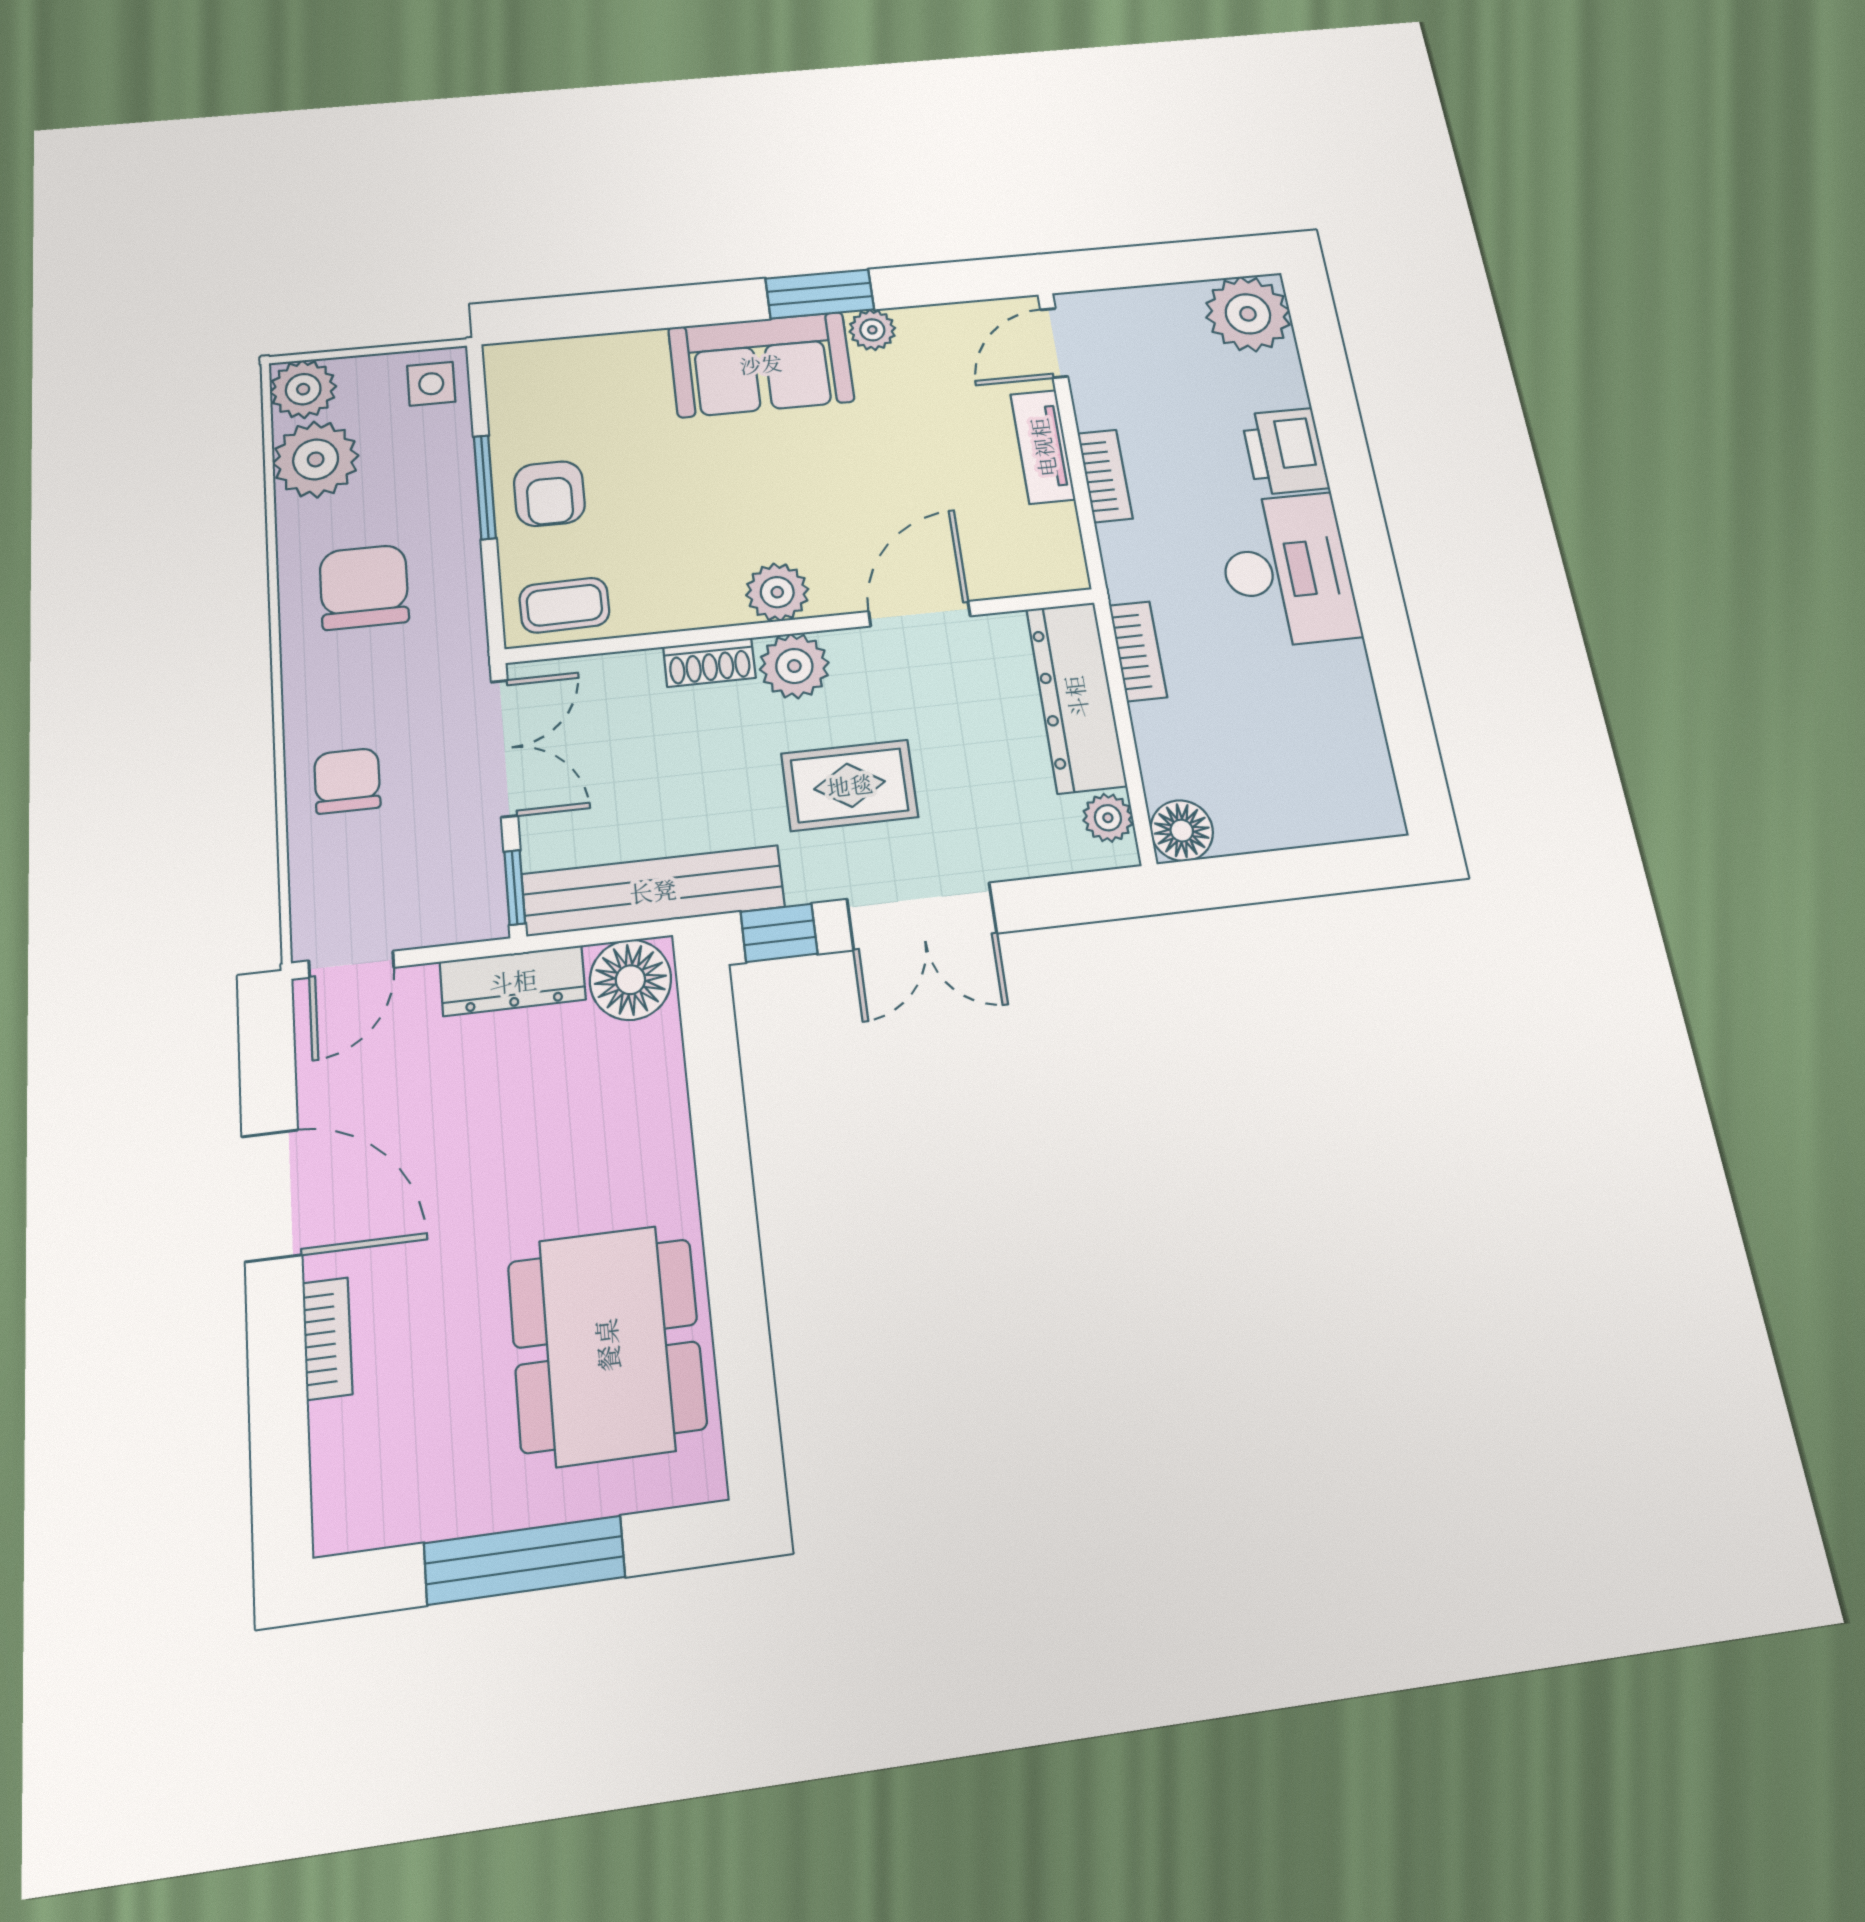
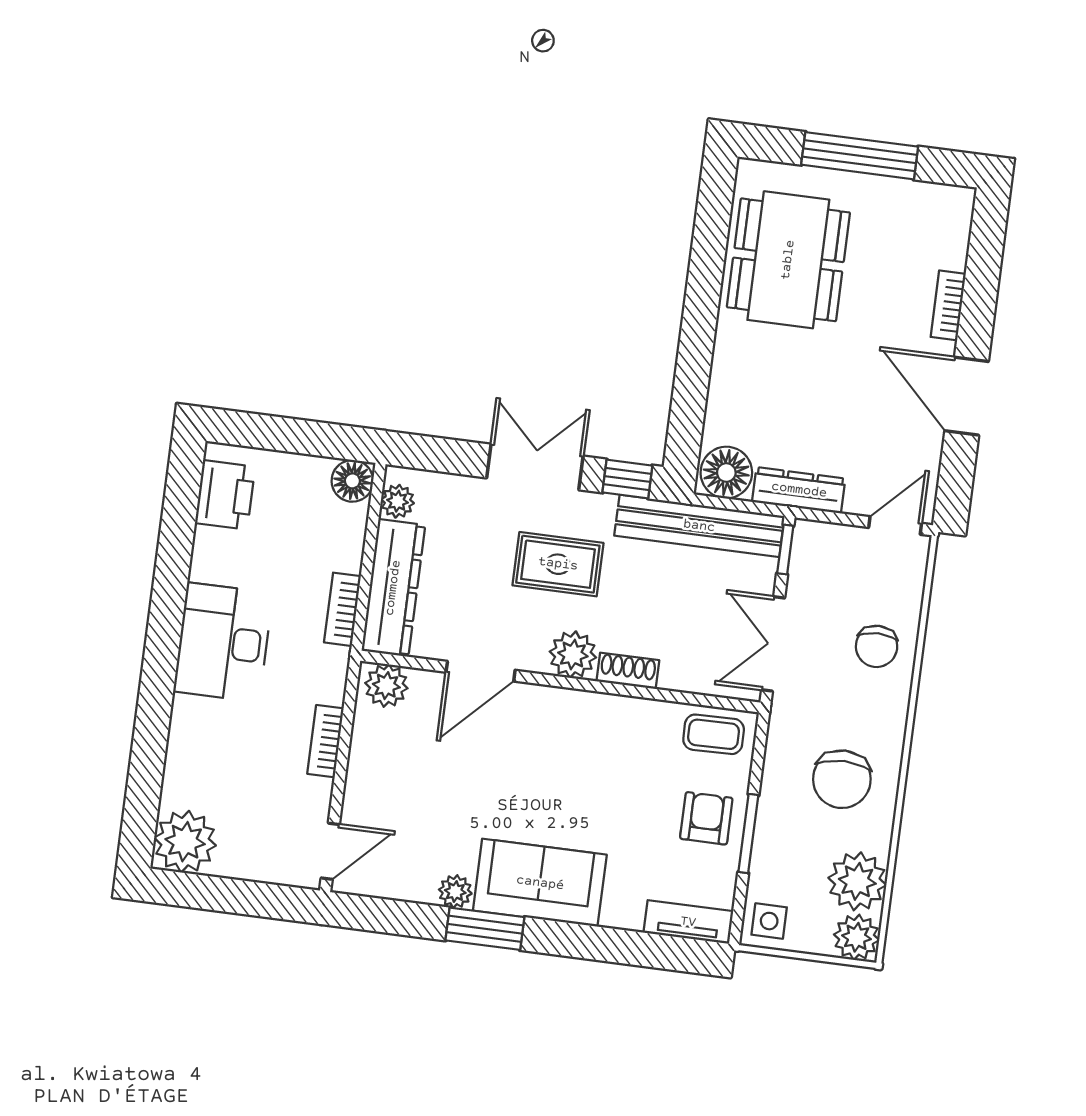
tv unit: (1043, 447) -> (688, 922), moved, turned -90
printer: (1285, 451) -> (225, 495), moved
plant: (777, 592) -> (386, 686), moved

